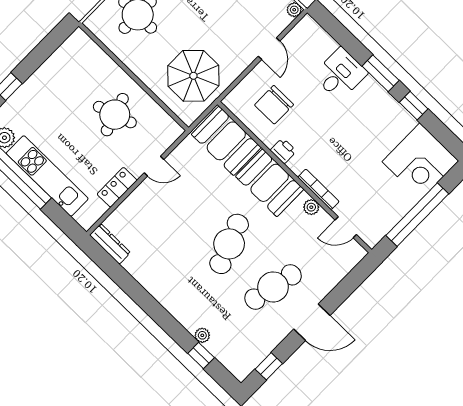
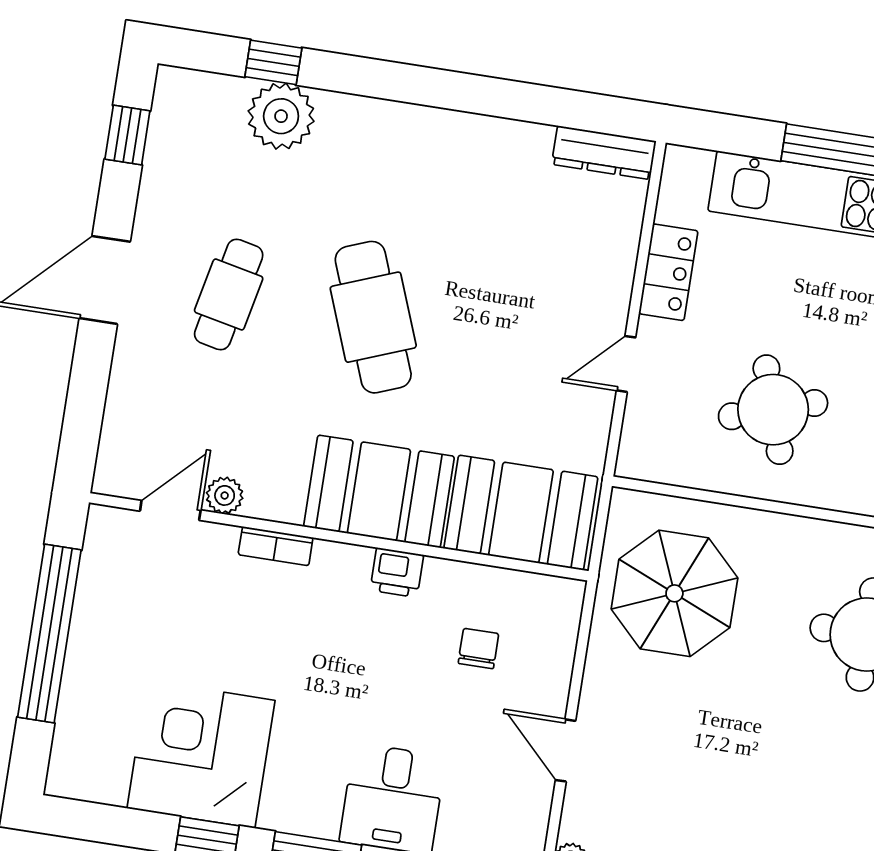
chair: (274, 105) -> (478, 649), width x0.54, depth x0.54
corner desk: (420, 161) -> (201, 754), moved
bookcase: (318, 189) -> (276, 546), width x0.64
plant: (311, 207) -> (225, 495), moved
cafe table: (273, 287) -> (229, 295), width x0.73, depth x0.74
plant: (202, 335) -> (281, 116), width x1.88, depth x1.88

